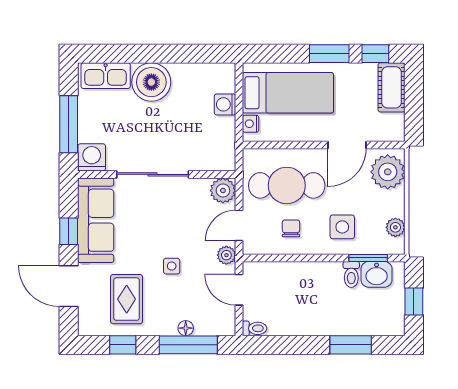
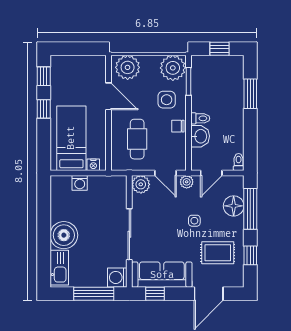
window: (329, 54) -> (44, 109), width x0.67
cot: (392, 87) -> (68, 65), removed
cafe table: (287, 185) -> (137, 139), width x0.73, depth x0.74
plant: (395, 227) -> (173, 68), width x1.88, depth x1.88
chair: (291, 228) -> (178, 126), moved
window: (69, 231) -> (155, 294), moved
toilet: (351, 274) -> (200, 118), moved
washbasin: (377, 274) -> (200, 136), moved
floor lamp: (186, 328) -> (234, 206), width x1.89, depth x1.89

